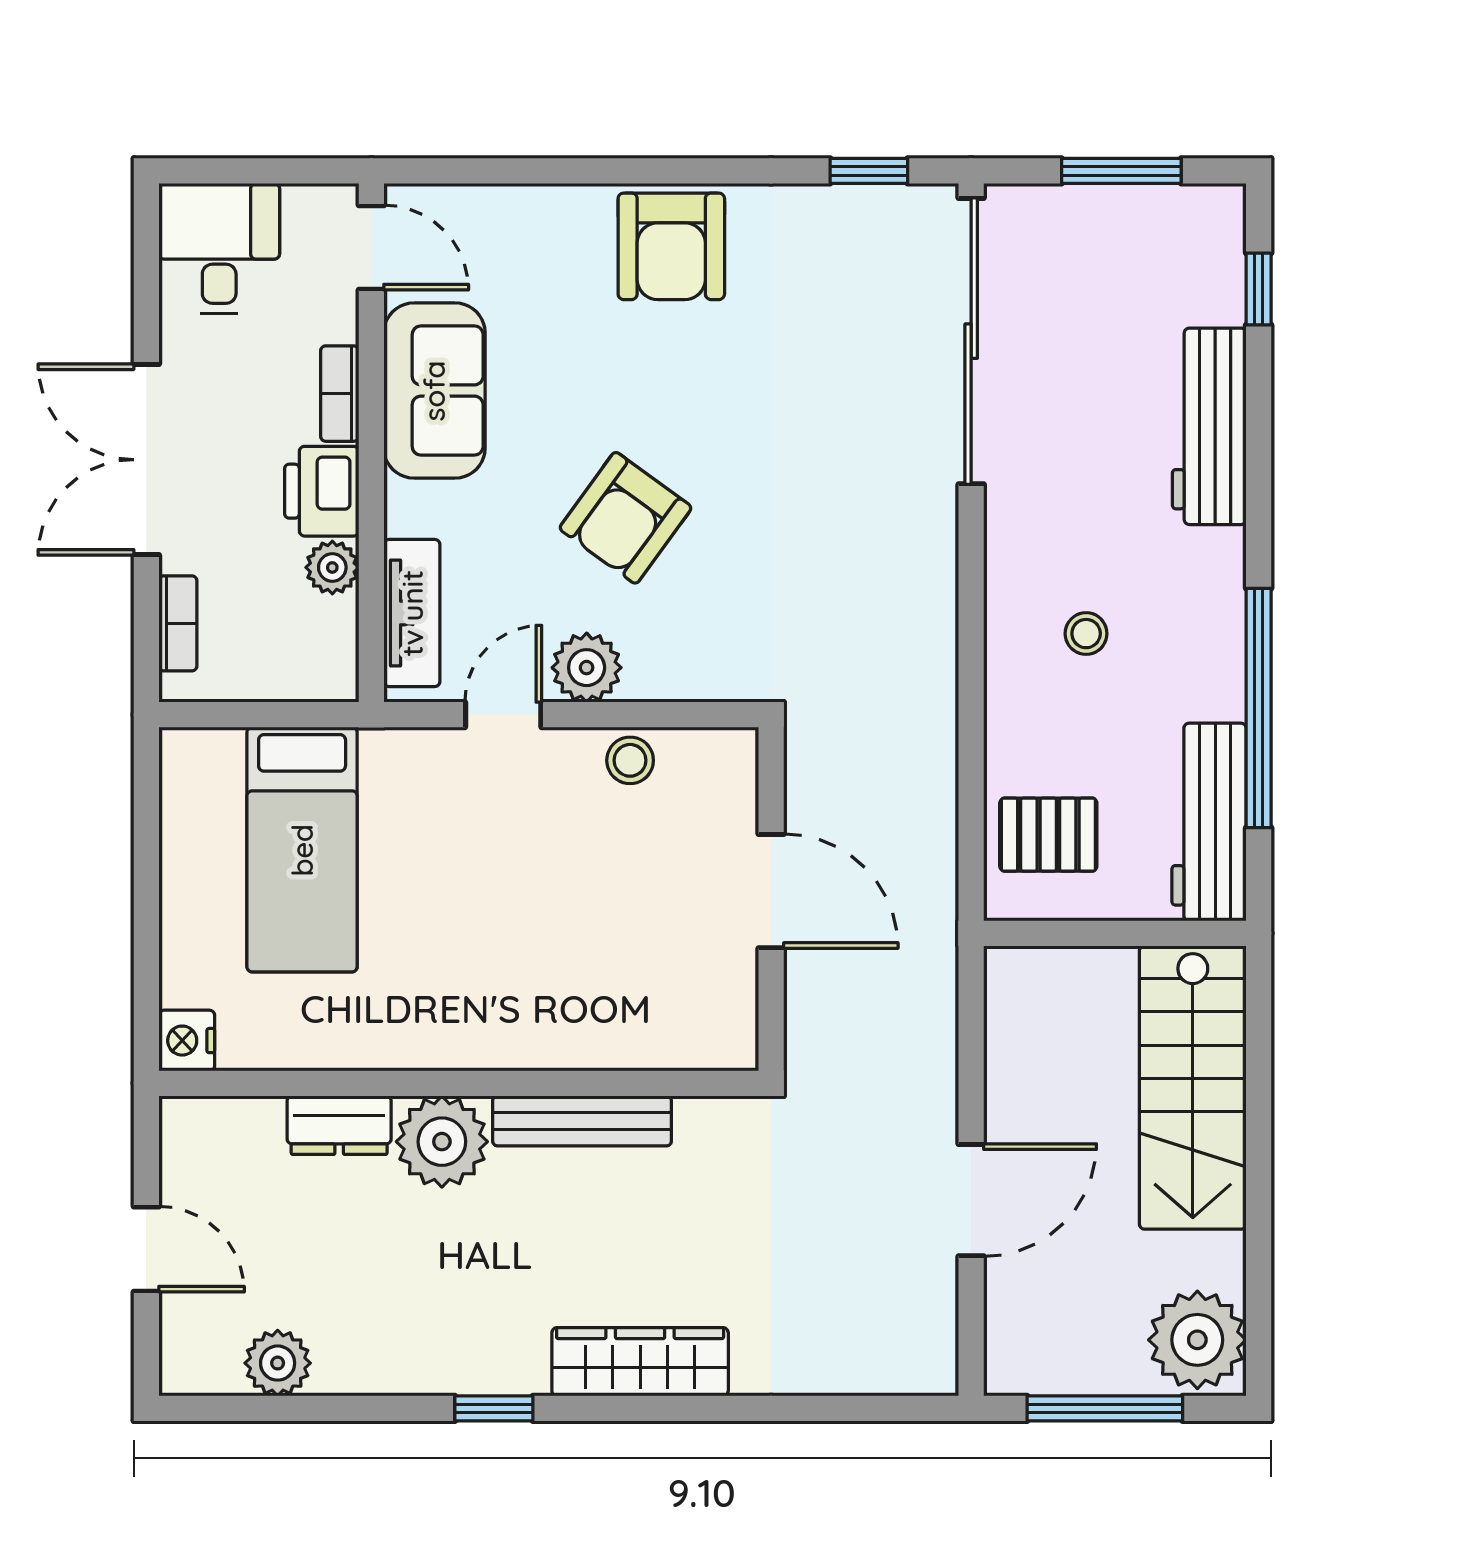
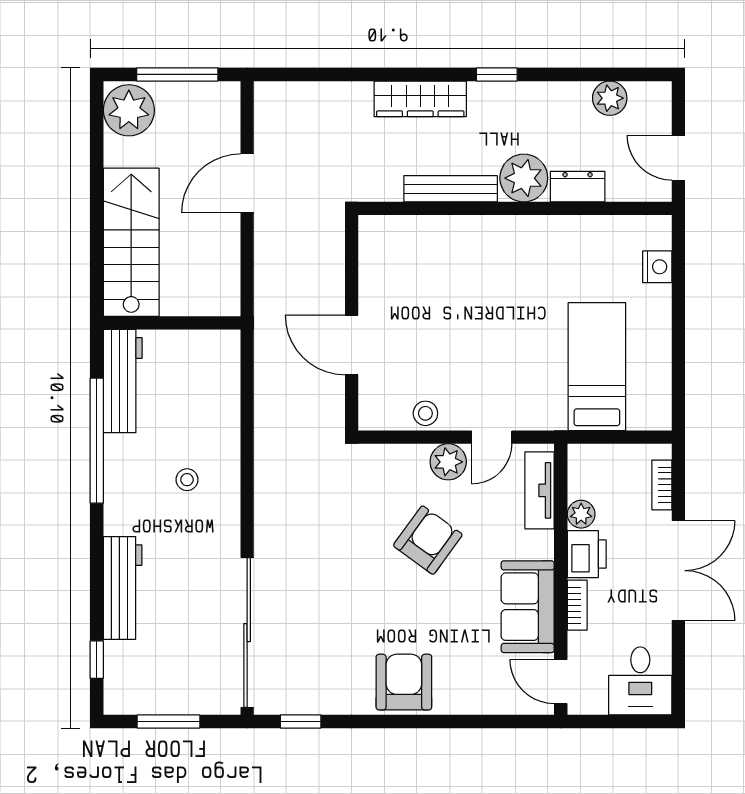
pallet: (1048, 835) -> (207, 374), removed
wall: (459, 1083) -> (515, 208), moved
bench: (582, 1121) -> (451, 189), moved
dresser: (339, 1125) -> (578, 187), moved
plant: (442, 1142) -> (524, 178), moved

